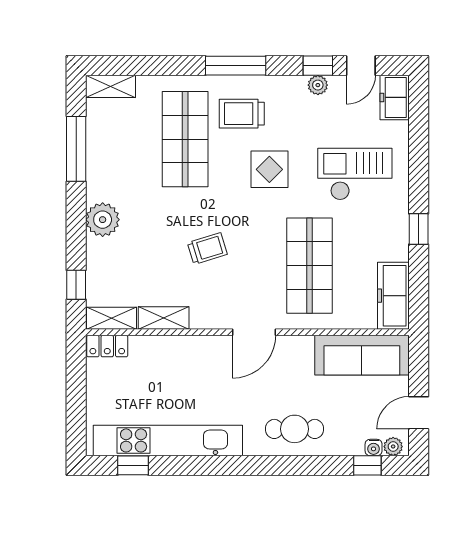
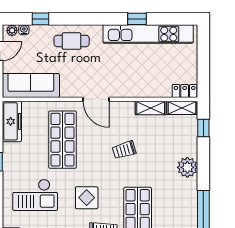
door: (254, 332) -> (96, 99), swing flipped
window: (133, 465) -> (137, 19), moved
window: (367, 465) -> (41, 19), moved

